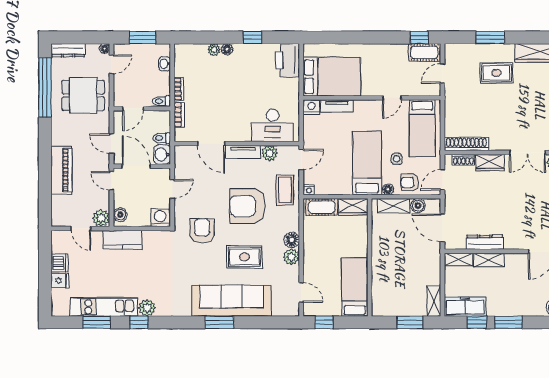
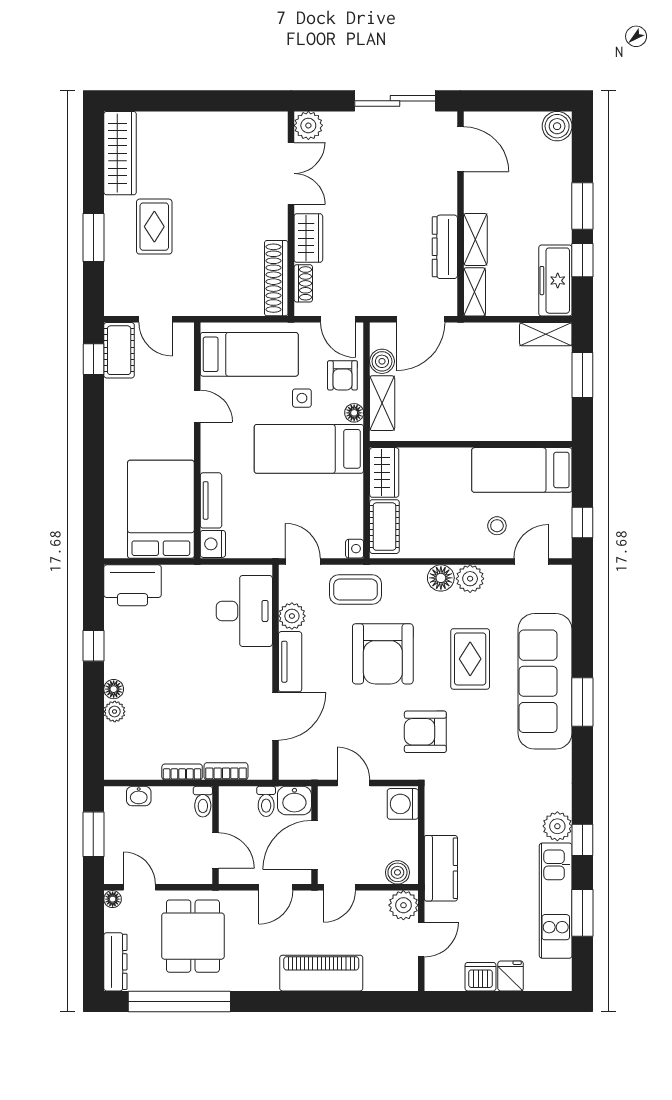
stool: (322, 273) -> (497, 526), added

